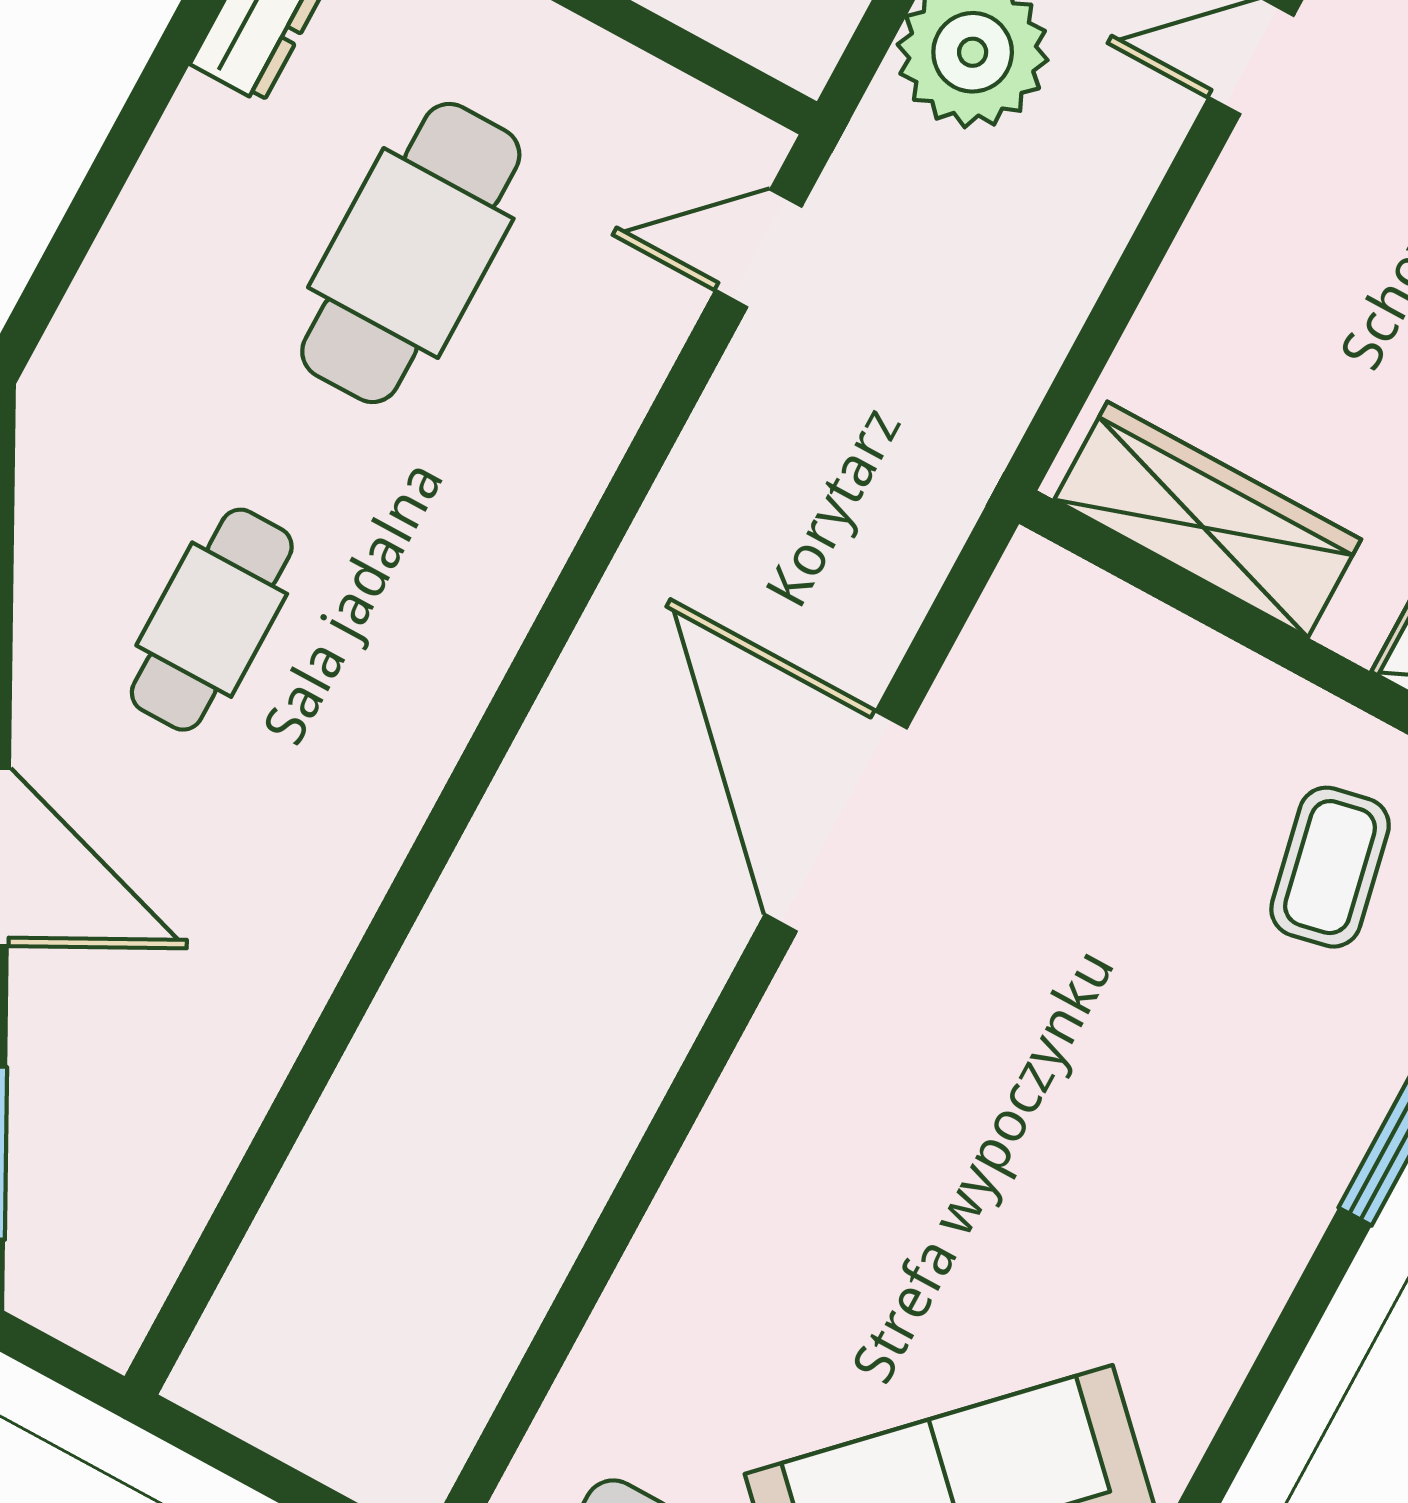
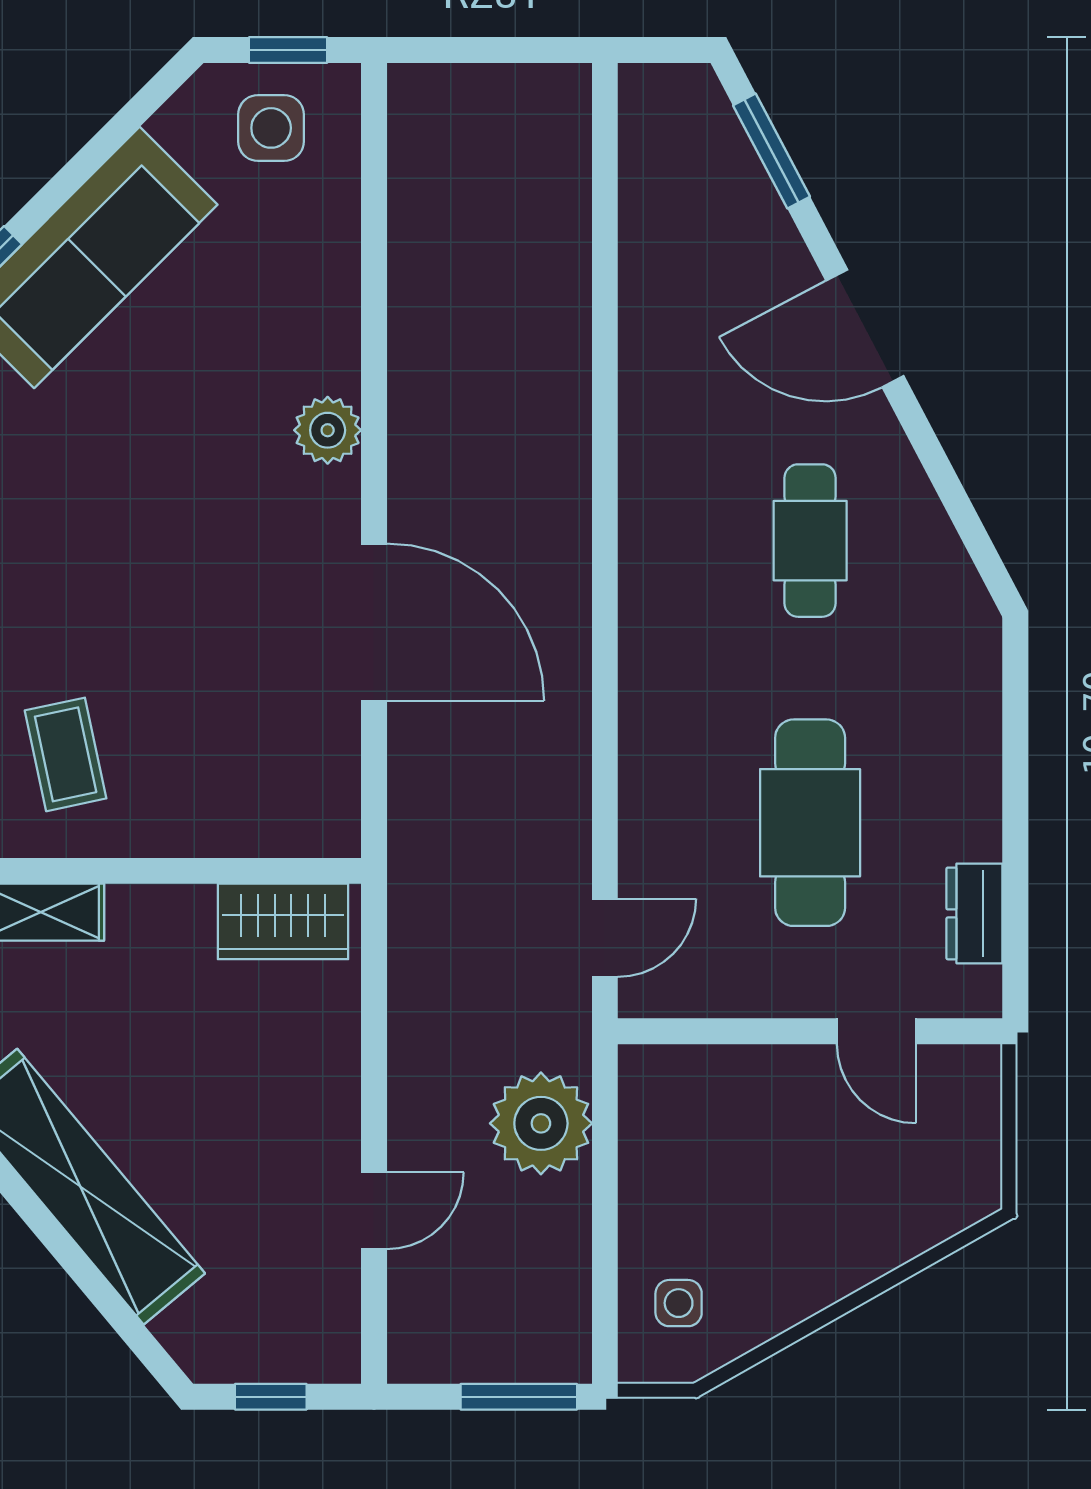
wardrobe: (1208, 520) -> (283, 921), width x0.67
plant: (761, 1103) -> (328, 430), added

